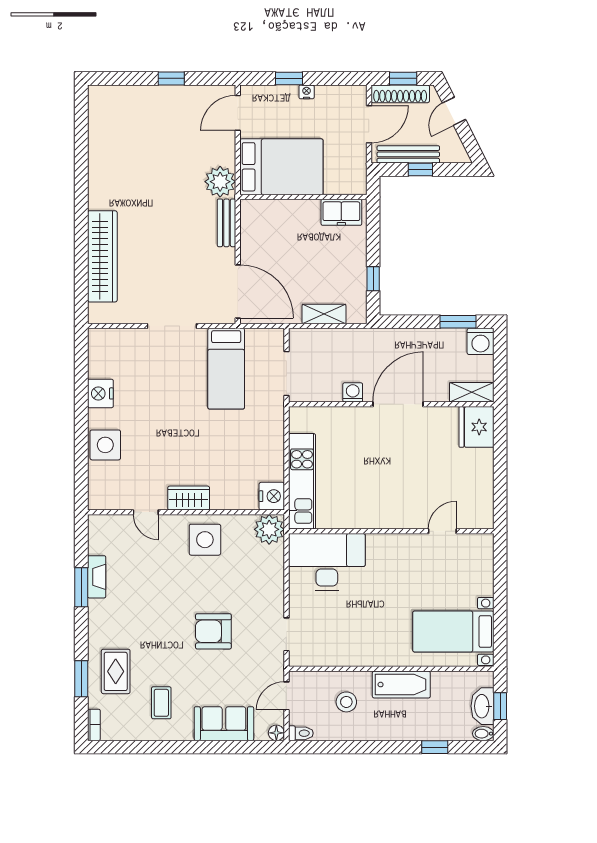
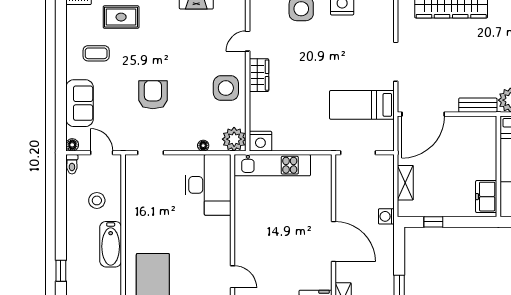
washing machine: (353, 392) -> (386, 216), moved, turned 180
floor lamp: (277, 568) -> (203, 146), added

